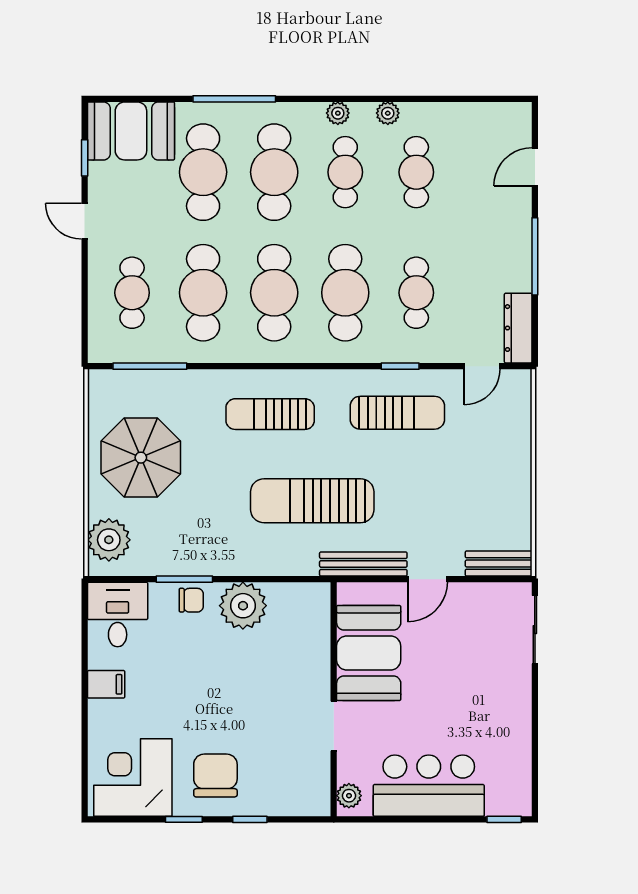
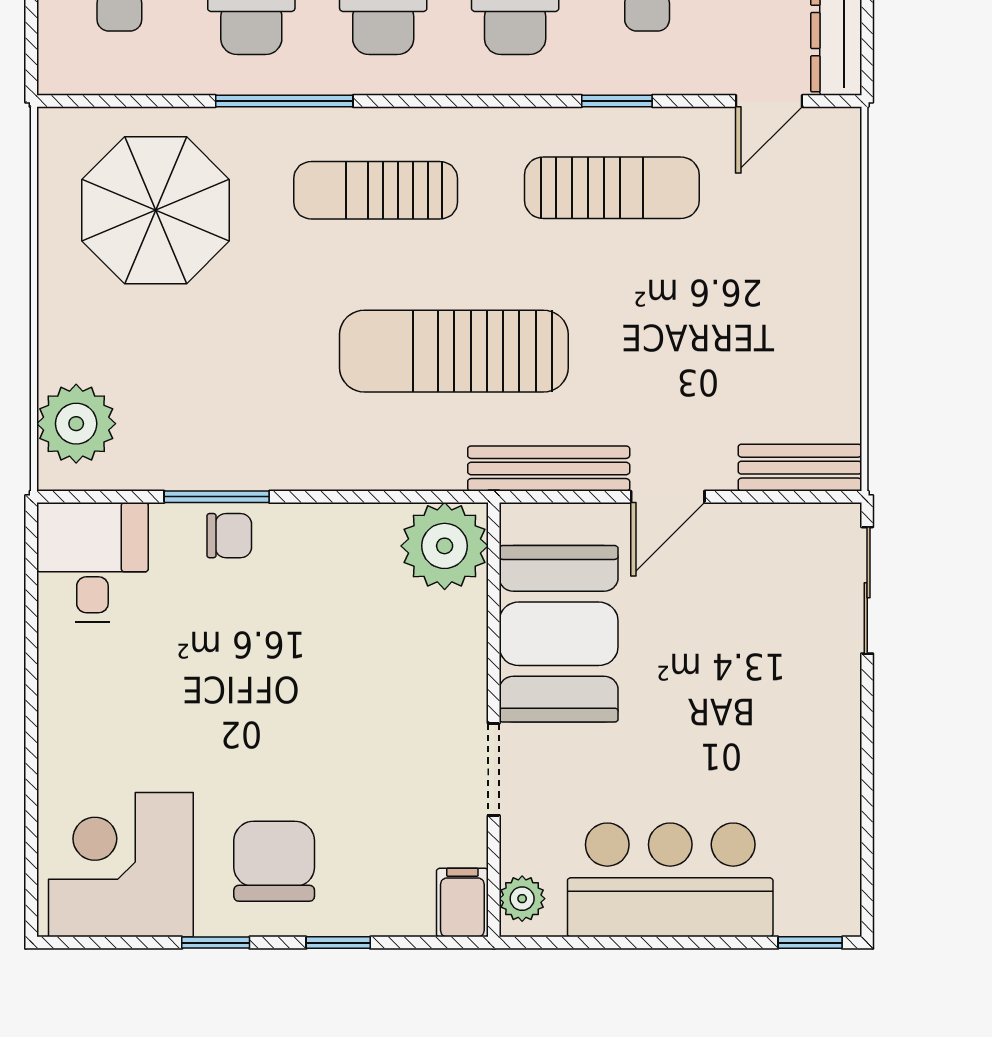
window: (150, 366) -> (284, 101), moved
parasol: (141, 458) -> (156, 210), moved
plant: (243, 606) -> (445, 546), moved
filing cabinet: (106, 684) -> (462, 903), moved, turned -90

